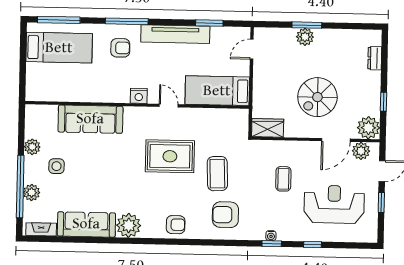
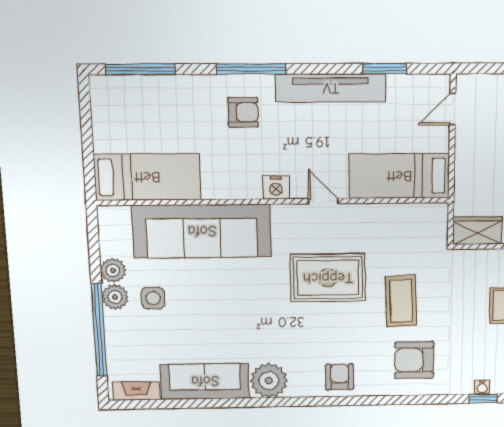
bed: (59, 48) -> (147, 177), moved
sofa: (90, 119) -> (202, 231), width x1.36, depth x1.27
plant: (32, 192) -> (115, 297), moved
armchair: (176, 225) -> (340, 377), turned -90

